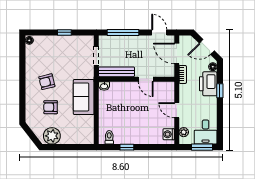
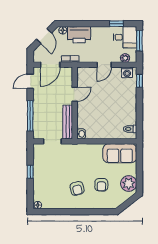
window: (220, 91) -> (116, 24), moved
sofa: (84, 97) -> (120, 153), moved
window: (127, 147) -> (139, 81), moved

